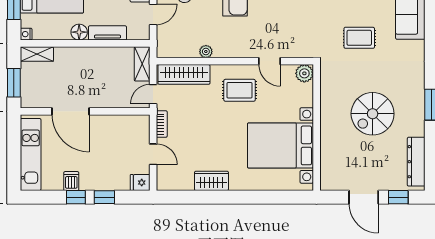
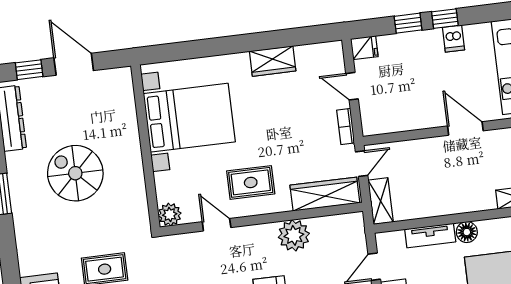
plant: (206, 52) -> (294, 235), width x1.88, depth x1.88
door: (71, 111) -> (465, 128), width x0.73
spiral stairs: (373, 114) -> (75, 173), turned -90

